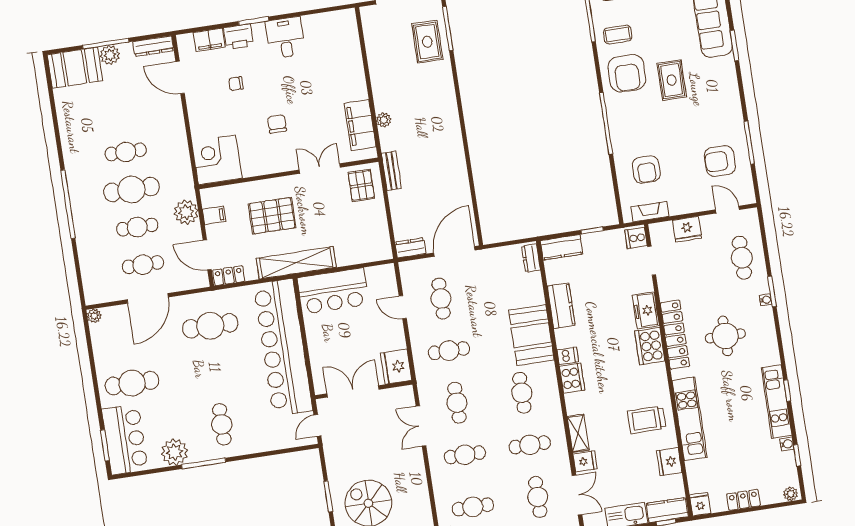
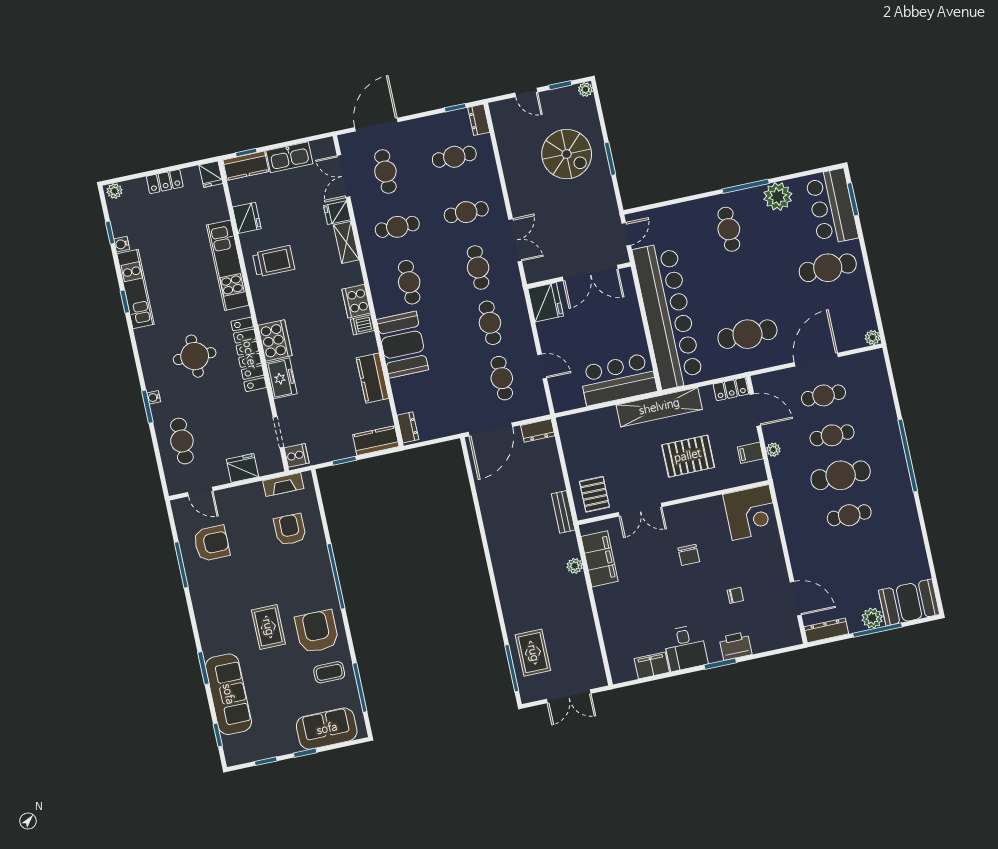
filing cabinet: (209, 40) -> (652, 665), moved
plant: (186, 212) -> (773, 450), width x0.53, depth x0.53
cafe table: (449, 351) -> (490, 323), turned 90

